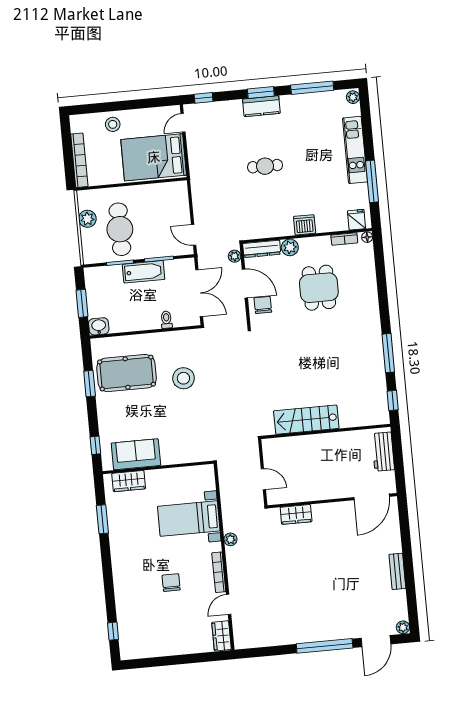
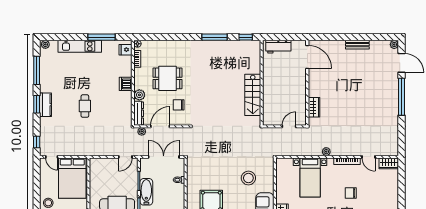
chair: (263, 305) -> (179, 105), moved
stool: (183, 378) -> (248, 178), moved

